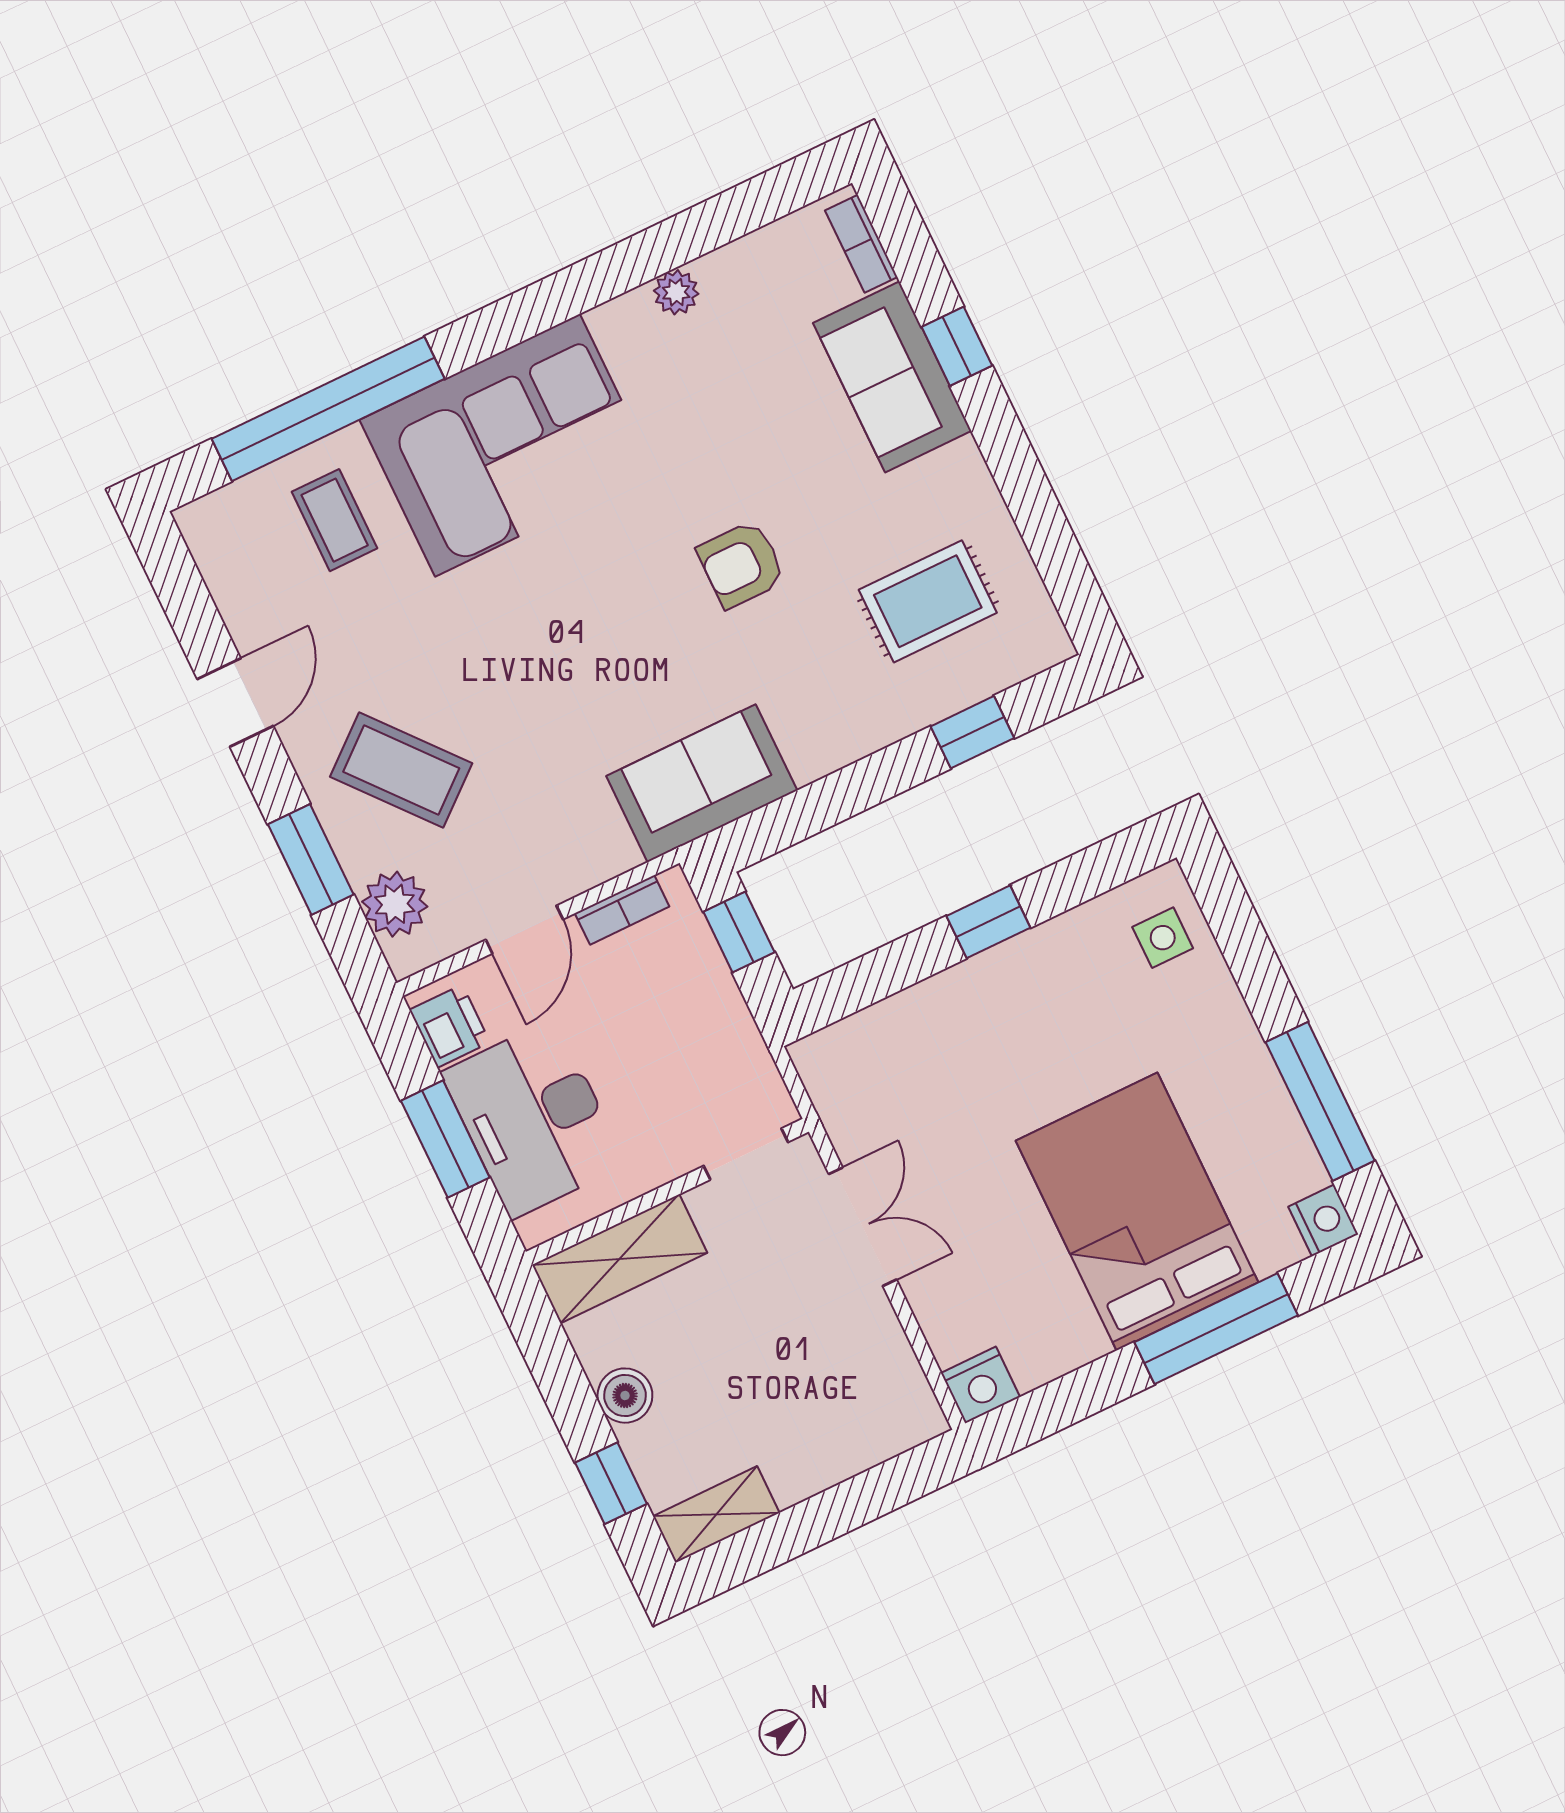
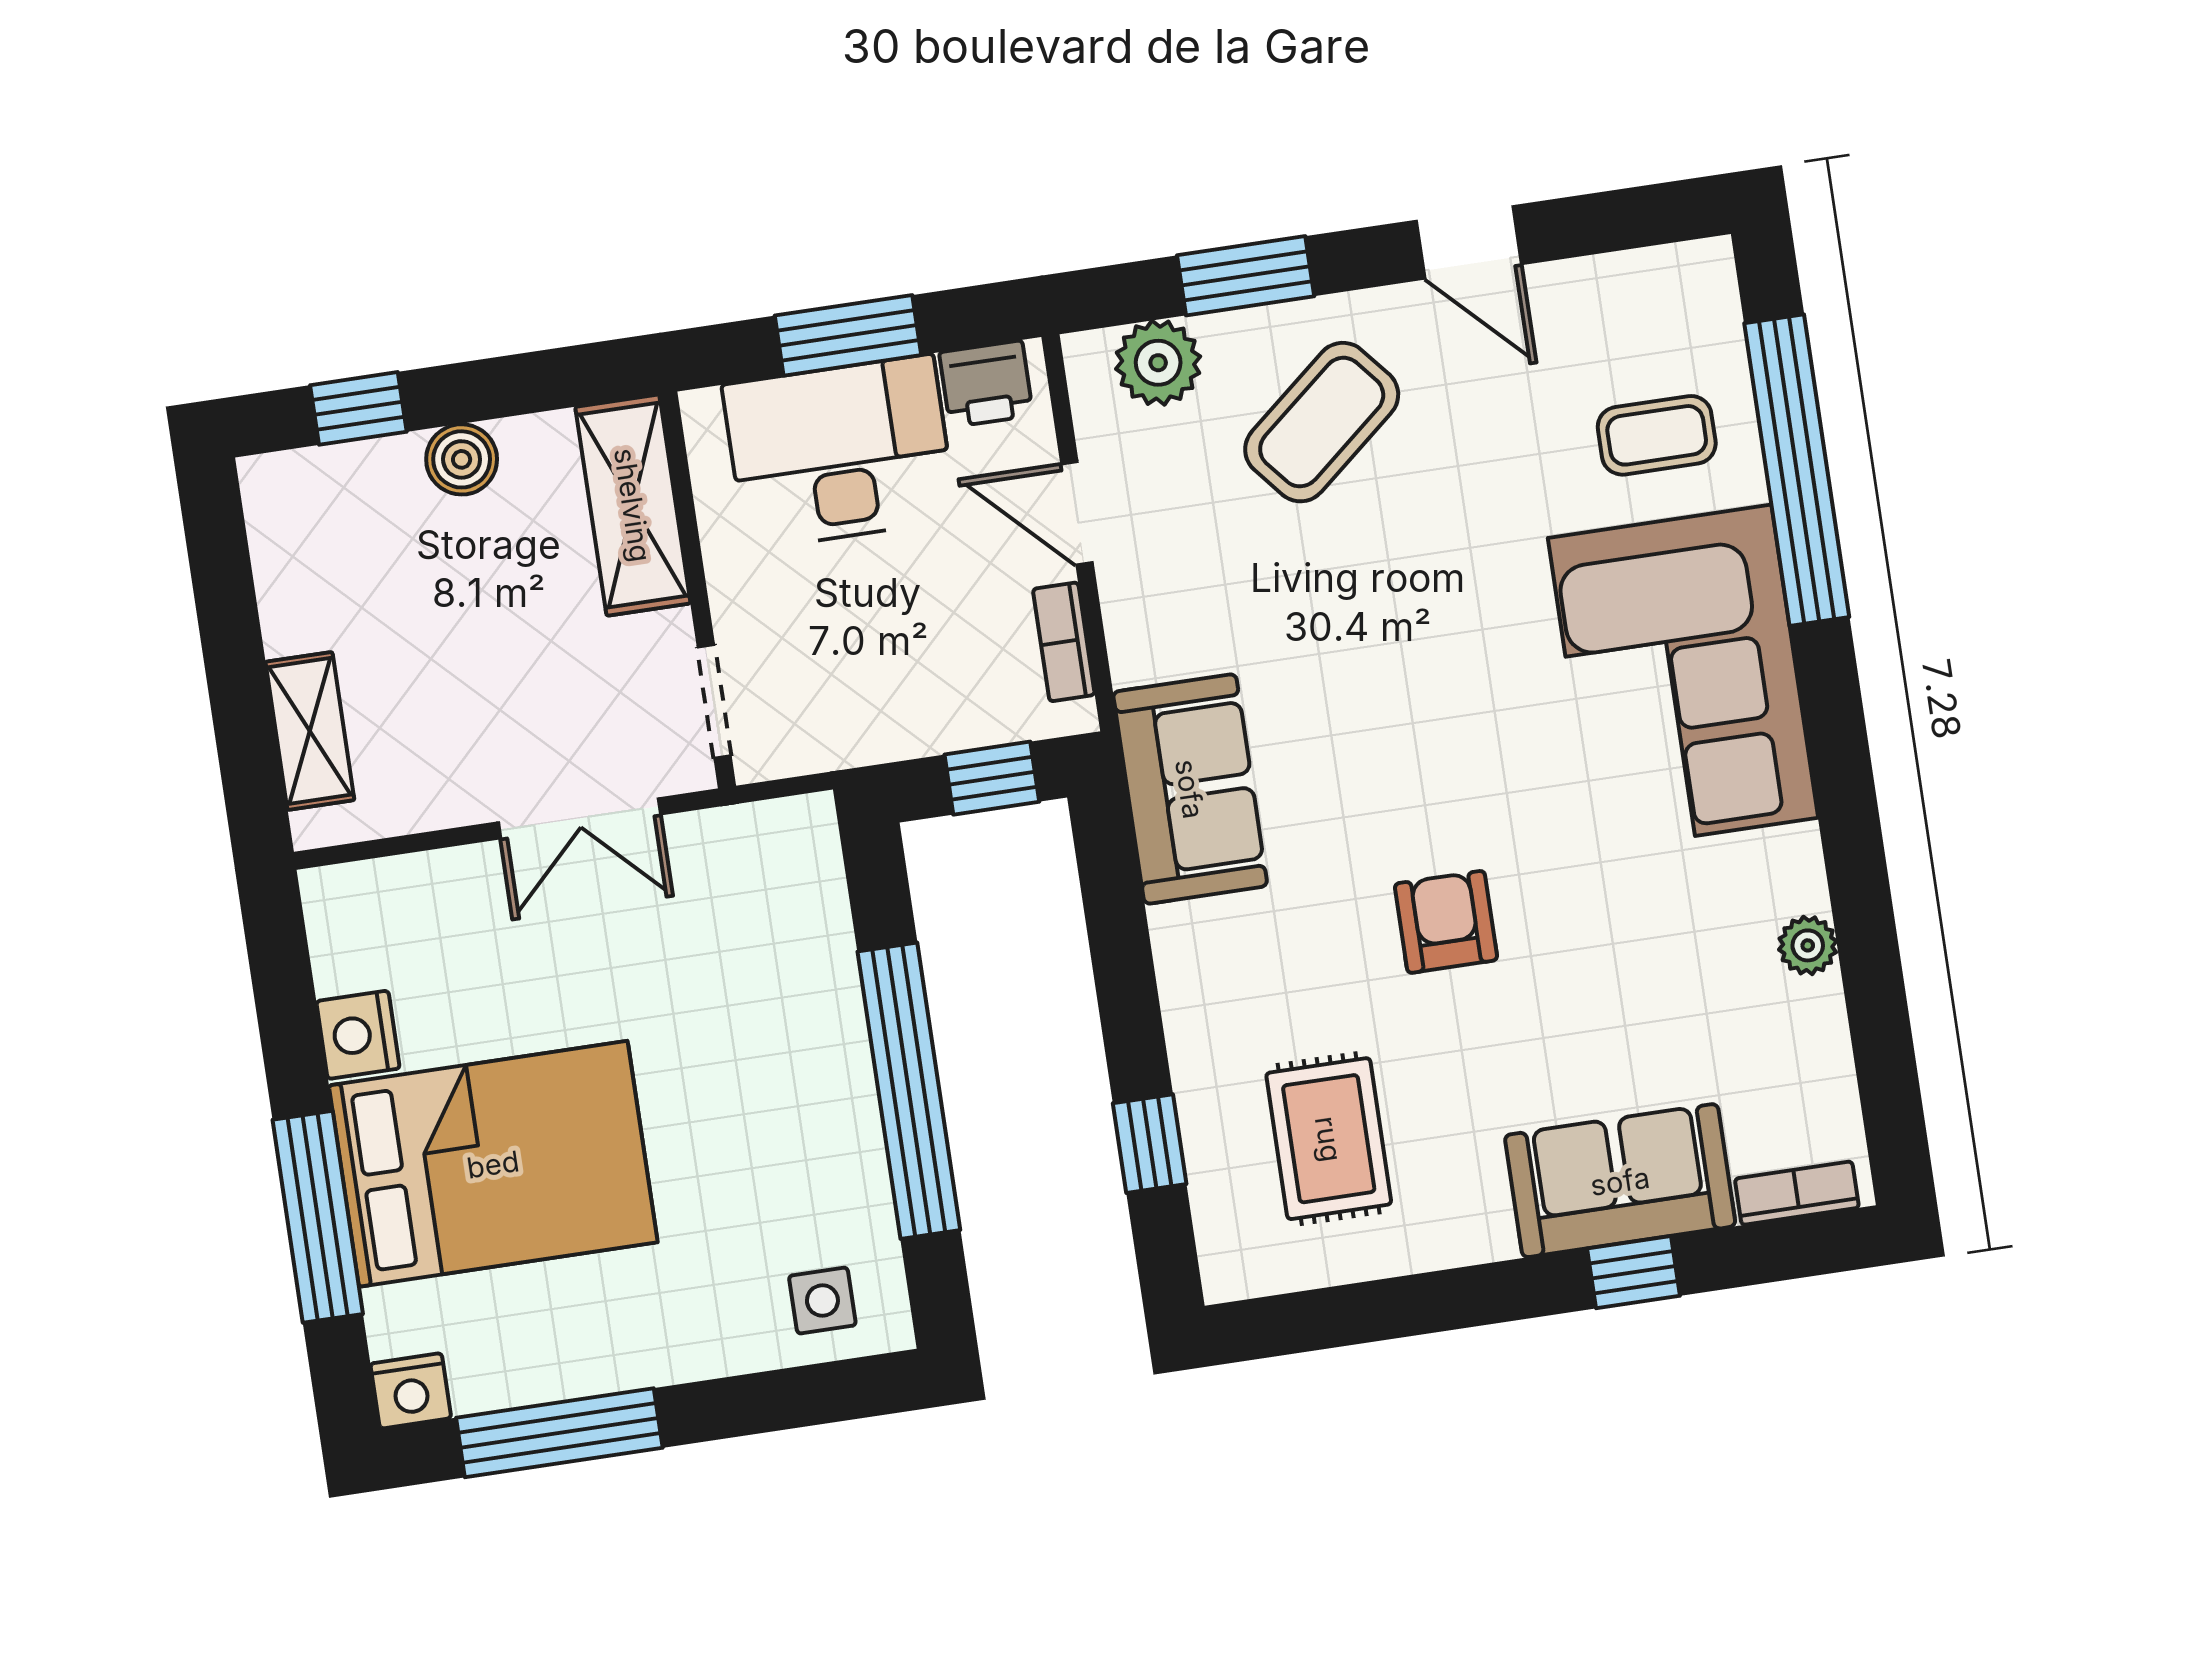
window: (988, 922) -> (909, 1091), width x3.17
nightstand: (980, 1385) -> (358, 1035), moved
shelving: (716, 1514) -> (310, 731), moved

